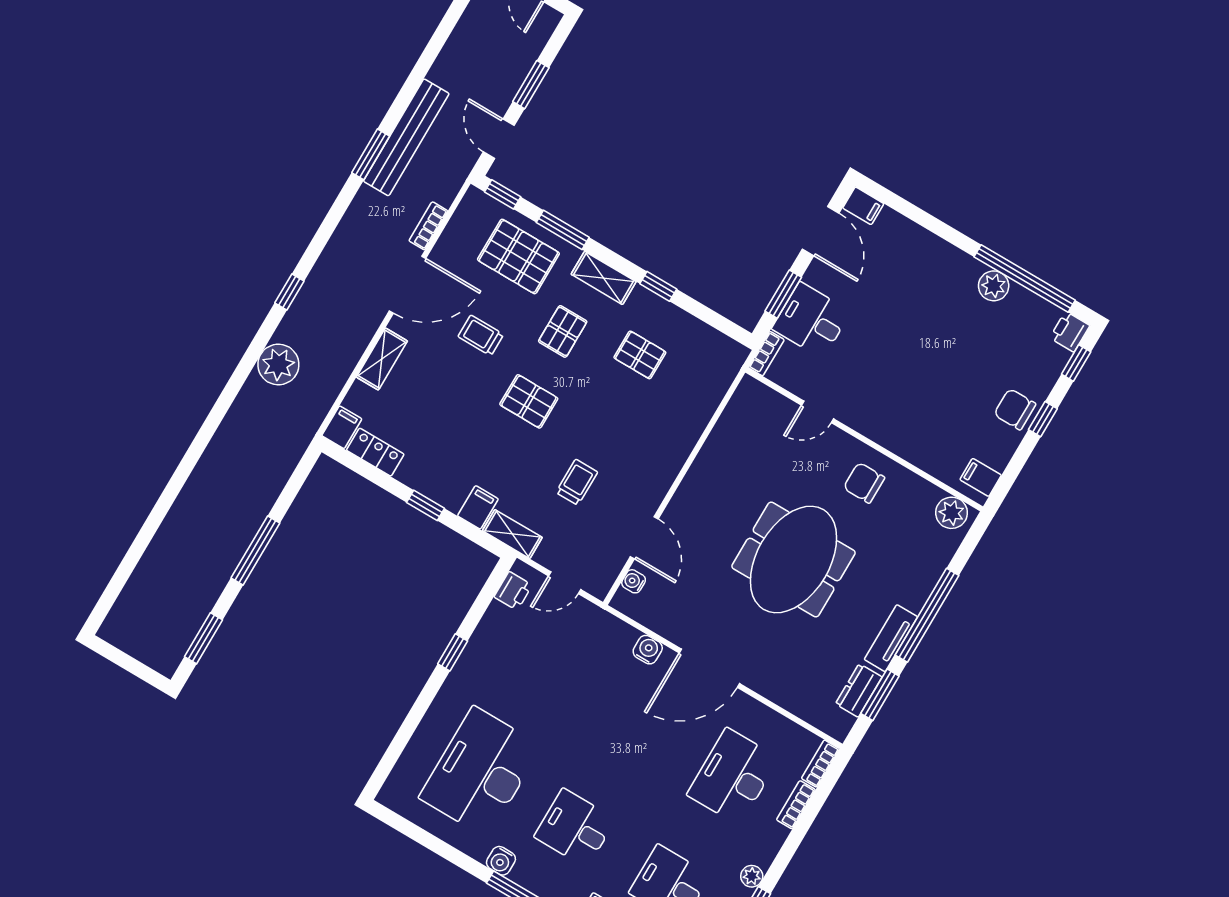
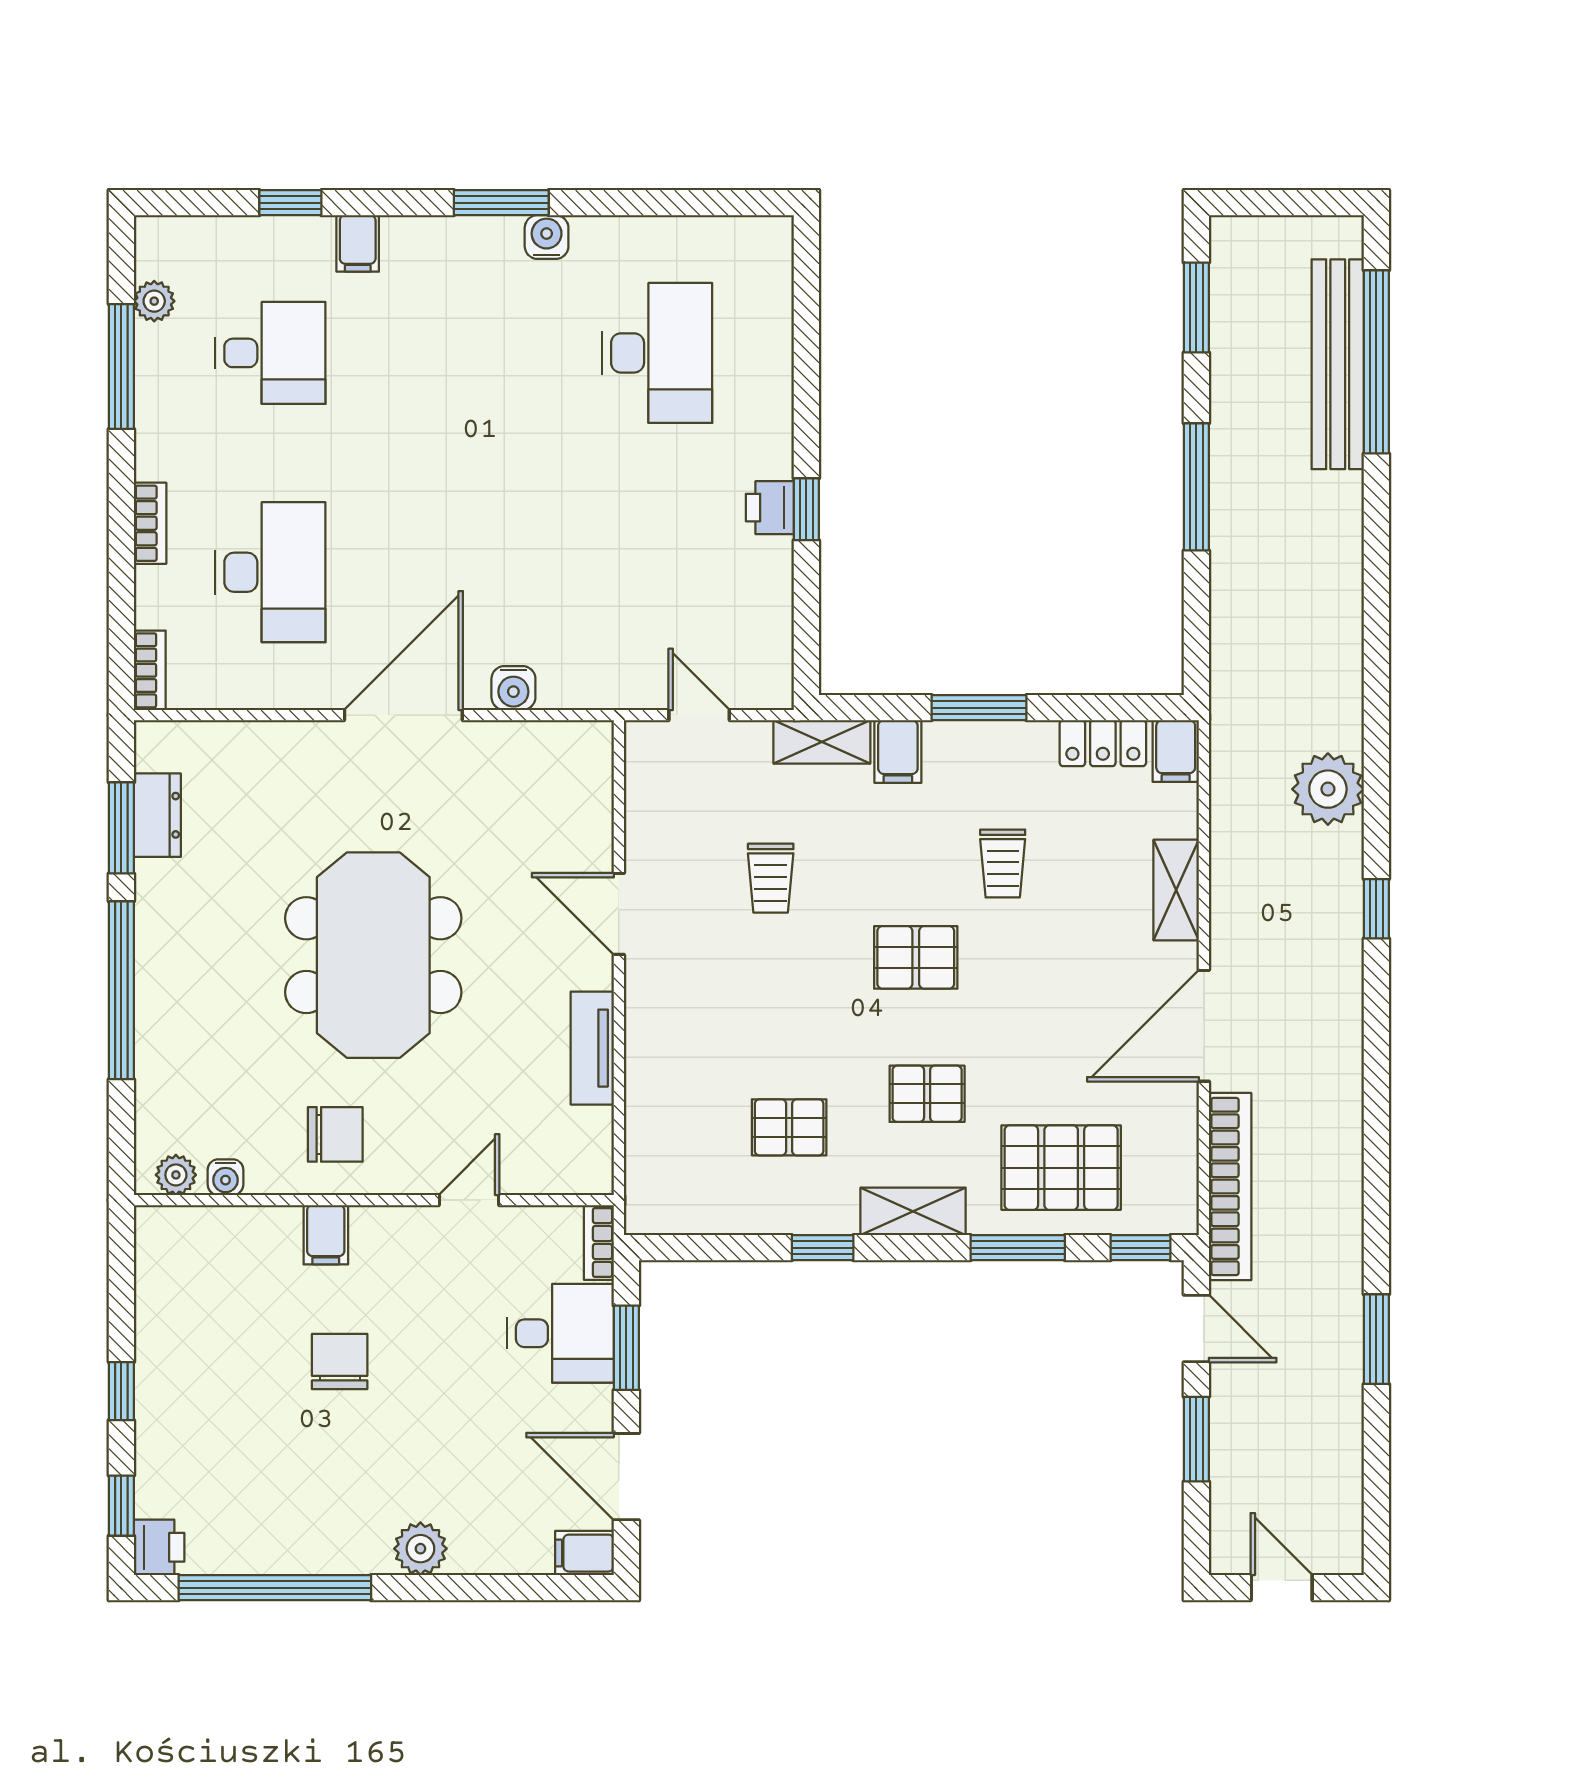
bench: (406, 137) -> (1338, 364), moved
window: (371, 154) -> (1376, 1339), moved
bookcase: (428, 226) -> (1230, 1187), width x2.31, depth x1.31
plant: (994, 286) -> (420, 1549), moved
pallet: (563, 331) -> (927, 1094), turned 90
trolley: (481, 335) -> (1003, 864), moved, turned 90
chair: (1015, 409) -> (340, 1362), moved, turned -90
filing cabinet: (981, 477) -> (326, 1235), moved, turned 90
window: (426, 505) -> (979, 708), width x1.50
plant: (952, 513) -> (176, 1175), width x0.73, depth x0.73
door: (644, 538) -> (619, 914), moved
window: (131, 560) -> (1376, 362), added
water cooler: (634, 581) -> (225, 1177), moved, turned 90
door: (565, 583) -> (699, 715), hinge flipped
printer: (513, 591) -> (770, 508), moved
tv unit: (891, 638) -> (592, 1048), moved, turned 180
desk: (480, 772) -> (657, 353), width x0.73, depth x0.77
bookcase: (796, 805) -> (150, 523), moved
desk: (575, 828) -> (464, 353), removed
plant: (752, 876) -> (153, 438), removed

